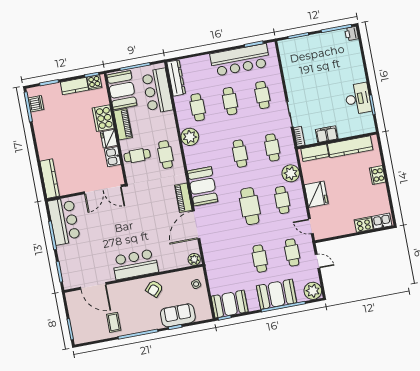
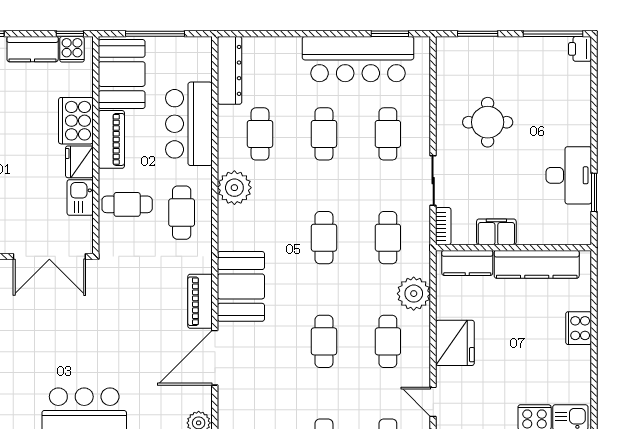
round table: (312, 80) -> (488, 122), added
bar counter: (157, 91) -> (189, 124), moved
cafe table: (250, 206) -> (324, 341), width x0.73, depth x0.74

